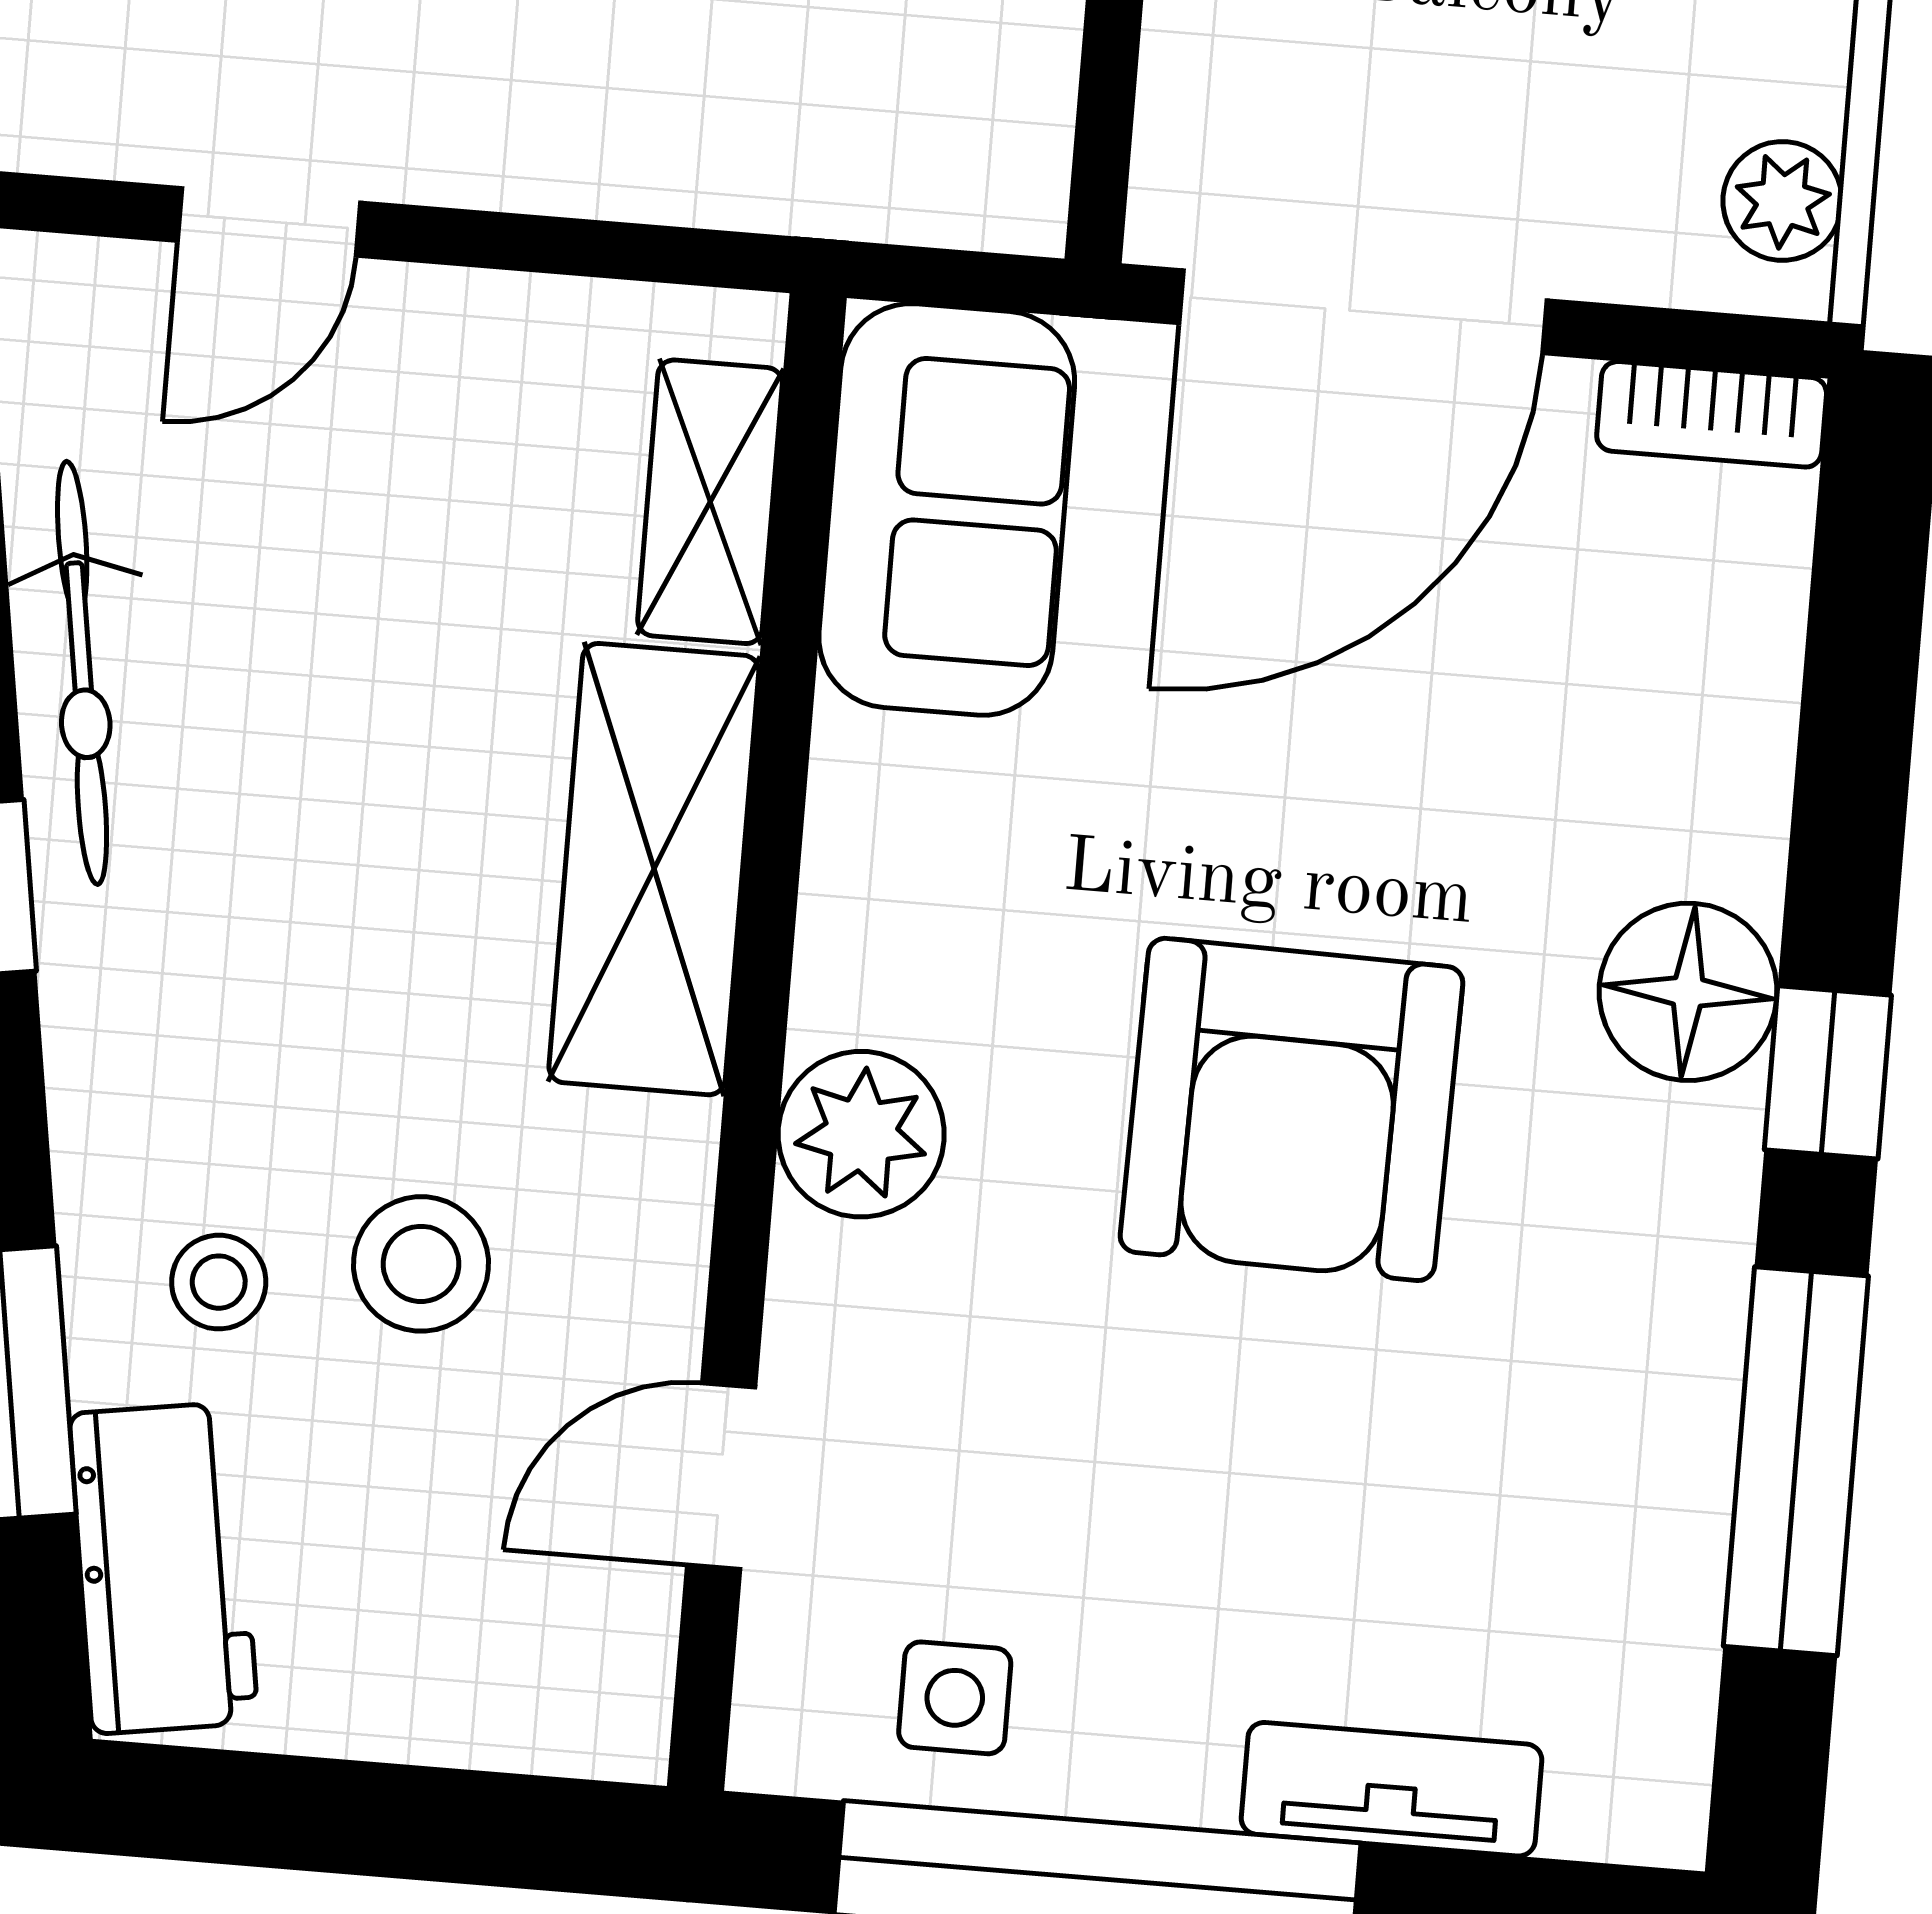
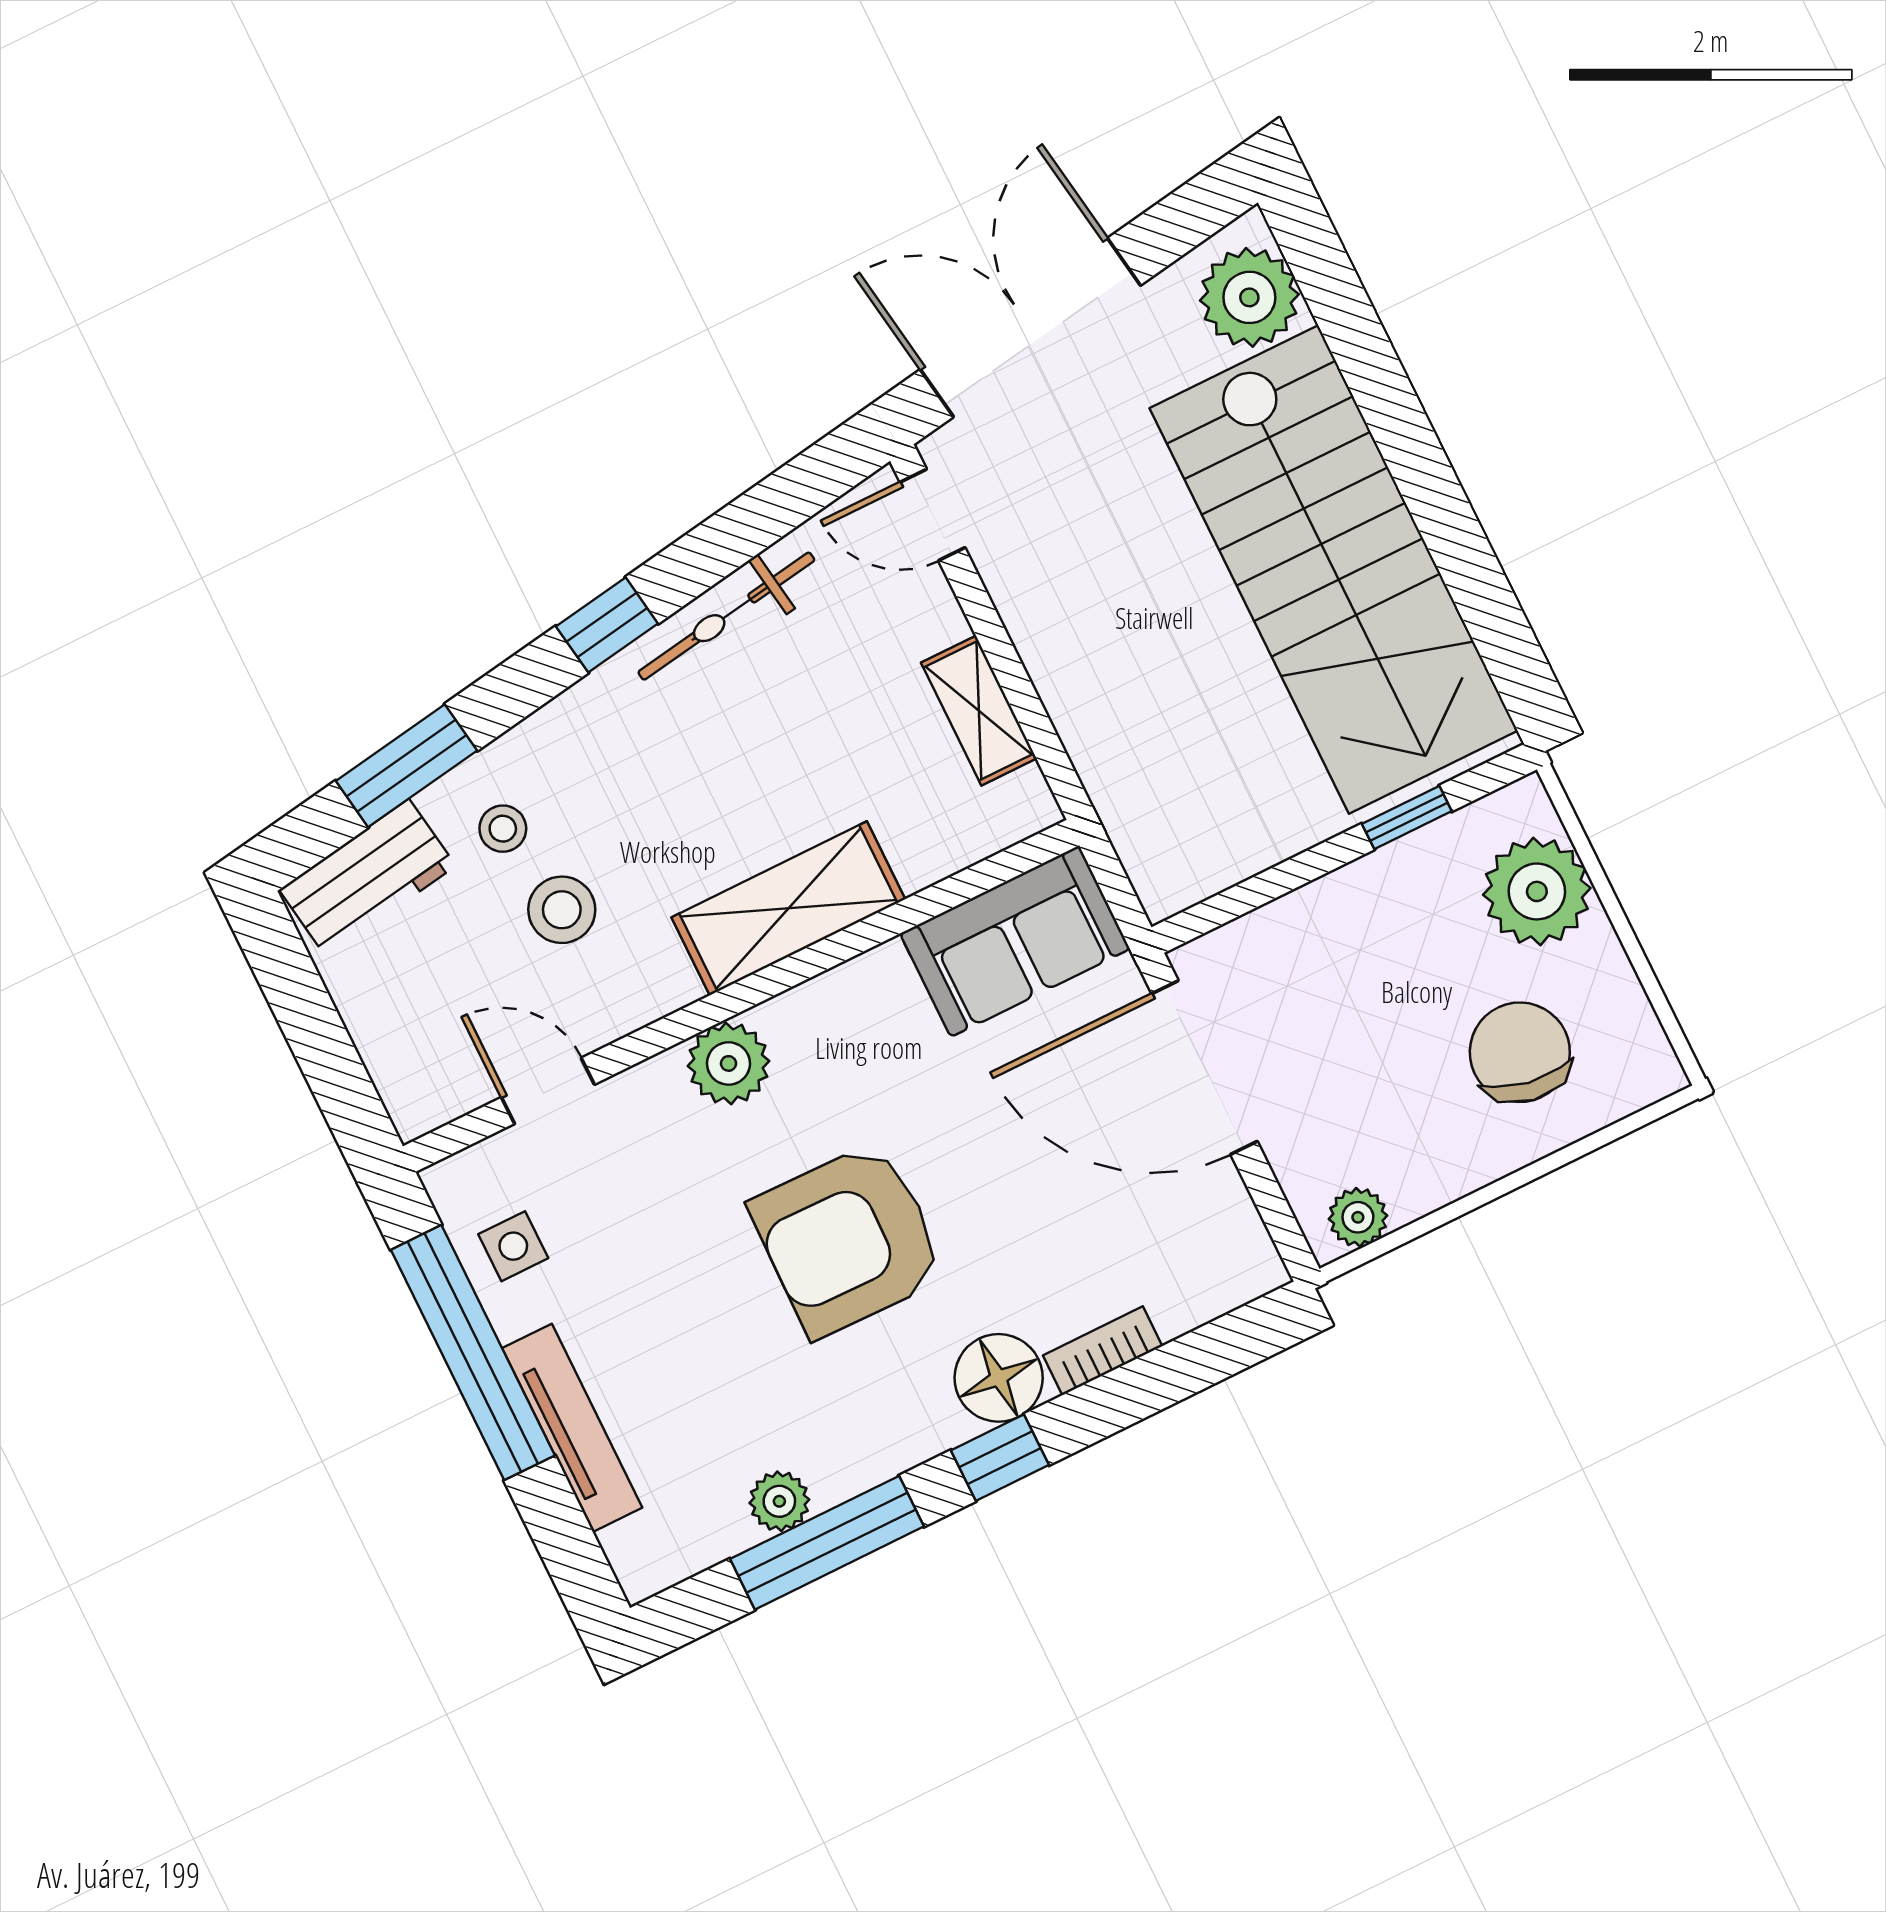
door: (269, 222) -> (933, 515), moved
bookcase: (1712, 414) -> (1103, 1351), moved, turned 90
shelving: (710, 502) -> (979, 711), moved, turned 90
plant: (1674, 1501) -> (779, 1501), added
tv unit: (1392, 1789) -> (572, 1428), width x1.41

